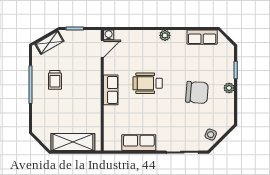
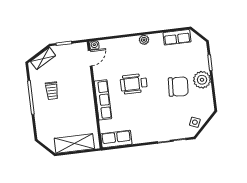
plant: (229, 88) -> (202, 80), width x1.88, depth x1.88
row of seats: (111, 90) -> (103, 100), width x1.48
row of seats: (139, 143) -> (116, 139), moved

